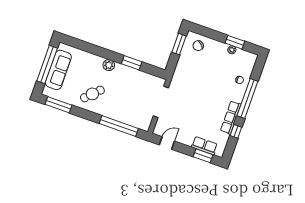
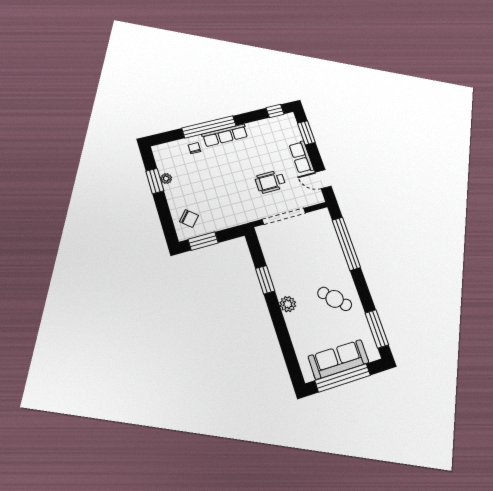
wheelchair: (187, 110) -> (270, 182), added
row of seats: (231, 118) -> (225, 135), moved
window: (236, 131) -> (275, 111), moved
row of seats: (204, 146) -> (301, 157), moved

